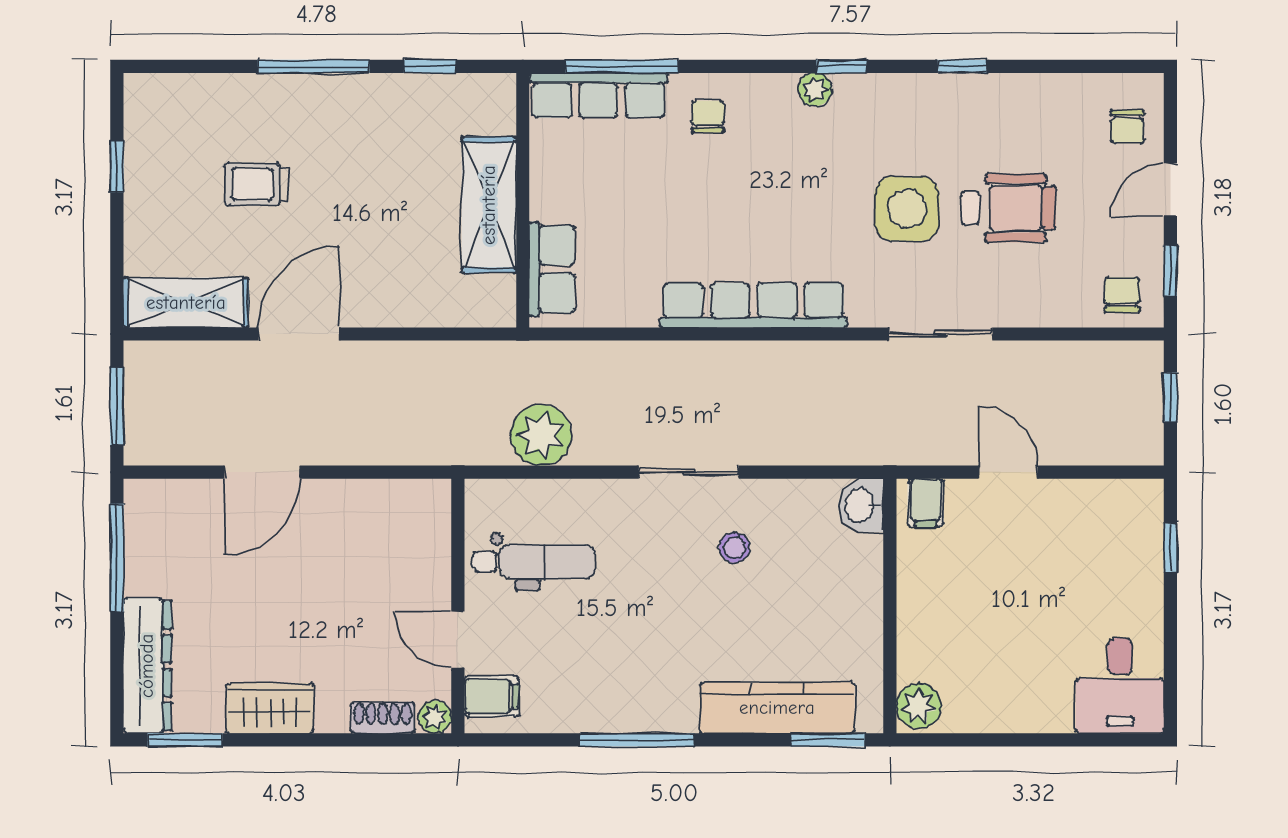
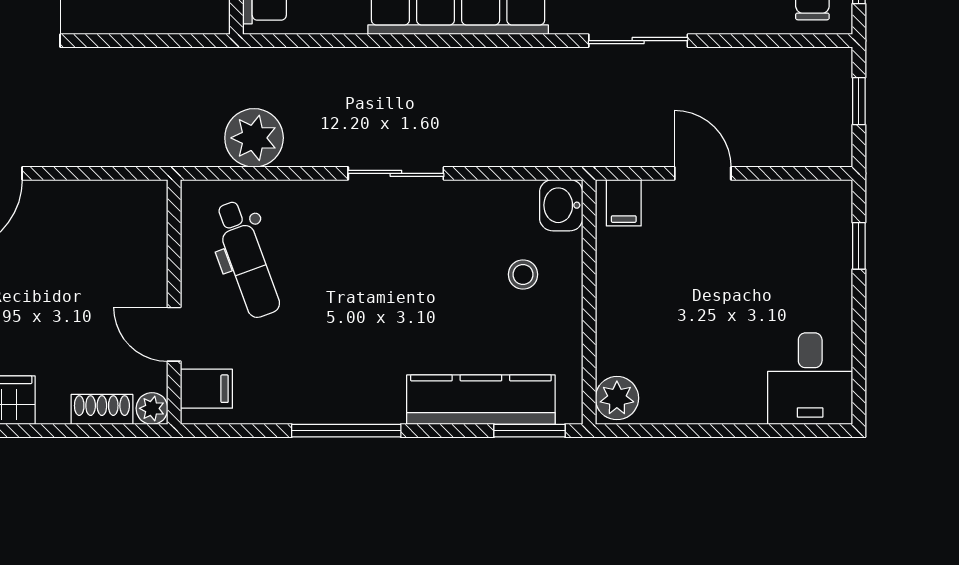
stool: (734, 548) -> (523, 274), moved
dental chair: (533, 562) -> (247, 259), turned 70

